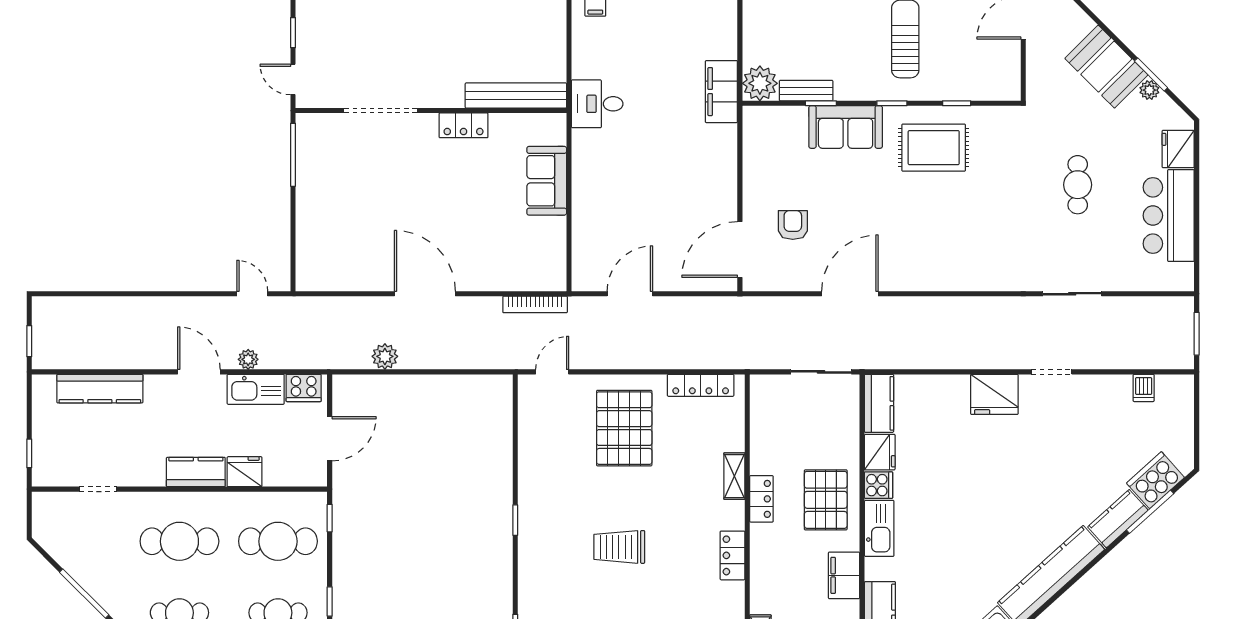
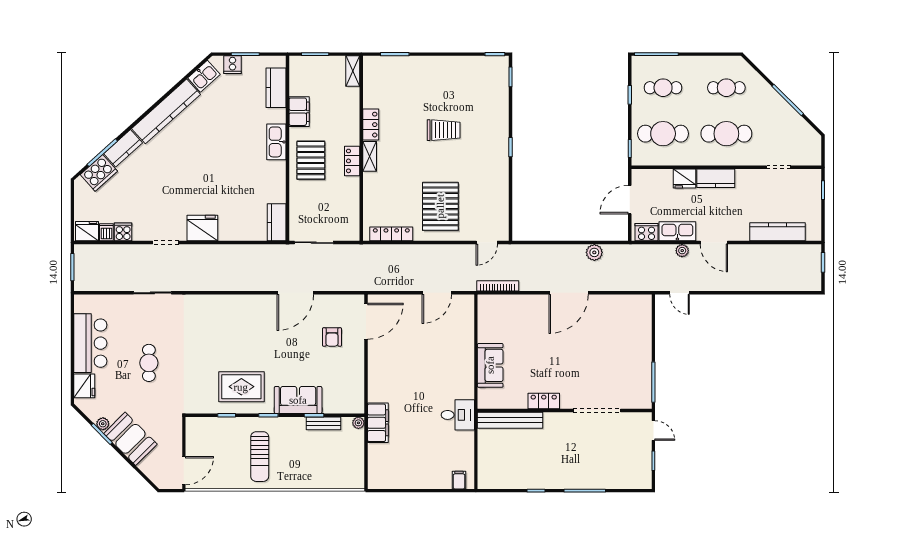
plant: (760, 83) -> (358, 423), width x0.53, depth x0.53
door: (425, 294) -> (569, 293), hinge flipped
fridge: (880, 452) -> (87, 231), moved, turned 90
shelving: (734, 476) -> (370, 156), moved
cooker: (879, 485) -> (123, 232), moved, turned 90

